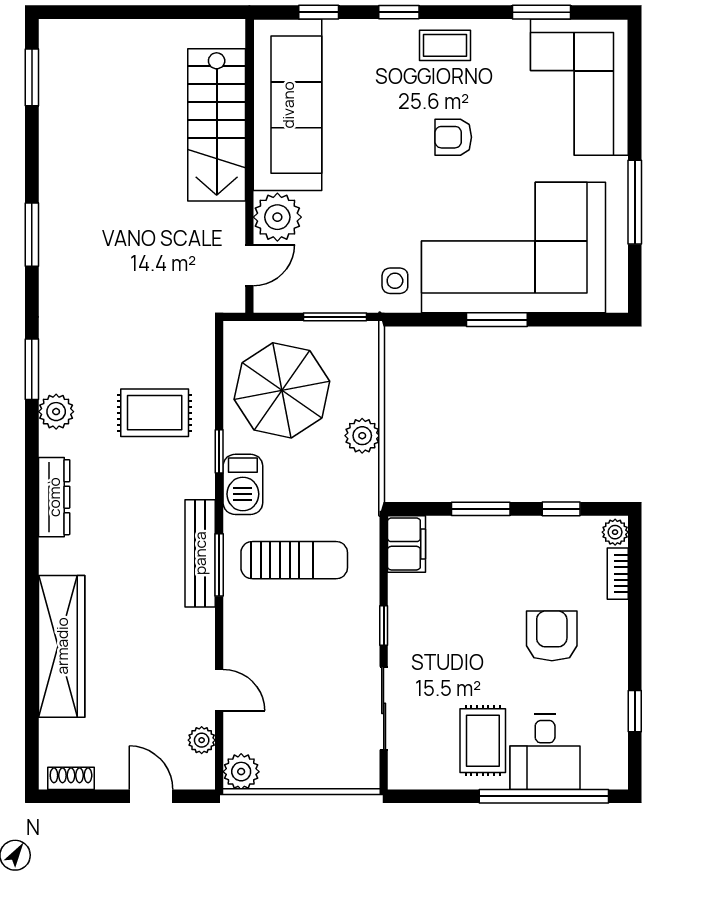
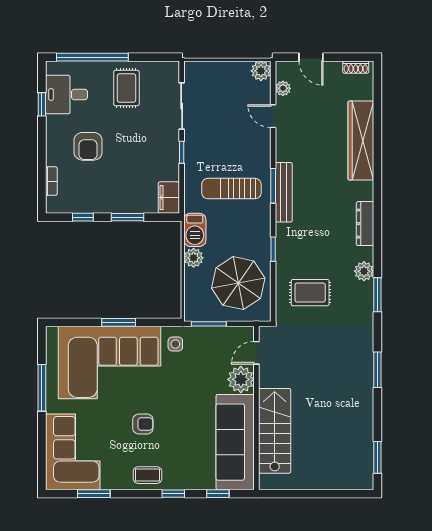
rug: (155, 413) -> (310, 293), moved
barbecue: (243, 484) -> (195, 230), moved, turned 180
plant: (615, 532) -> (53, 204), removed
desk: (545, 752) -> (67, 94), moved, turned -90

